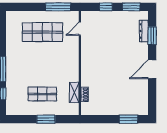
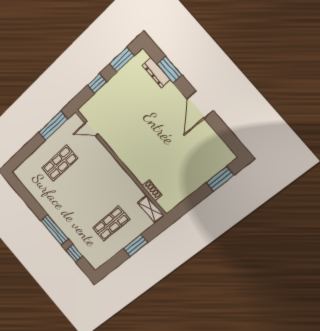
door: (80, 29) -> (91, 128), hinge flipped
shop shelf: (42, 32) -> (60, 163), width x0.70, depth x0.74
shelving: (74, 92) -> (151, 209), moved

